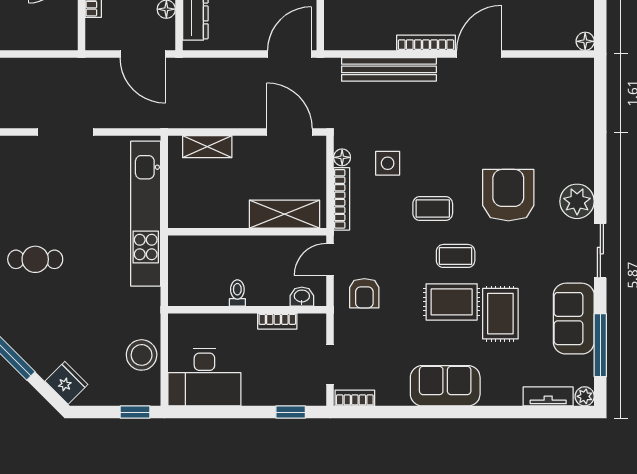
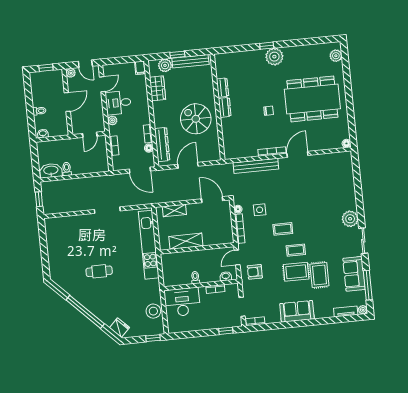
door: (290, 54) -> (188, 165), moved
armchair: (508, 195) -> (318, 219), removed
shelving: (284, 214) -> (186, 241), moved
armchair: (364, 293) -> (255, 272), turned 90
desk: (204, 377) -> (182, 302), moved, turned 180

